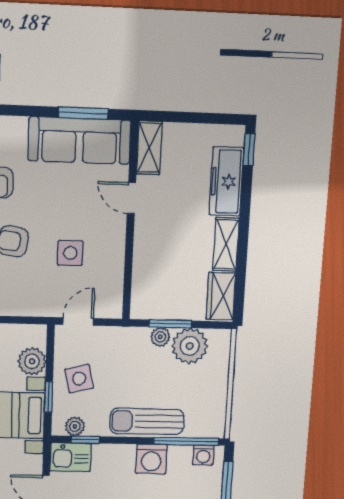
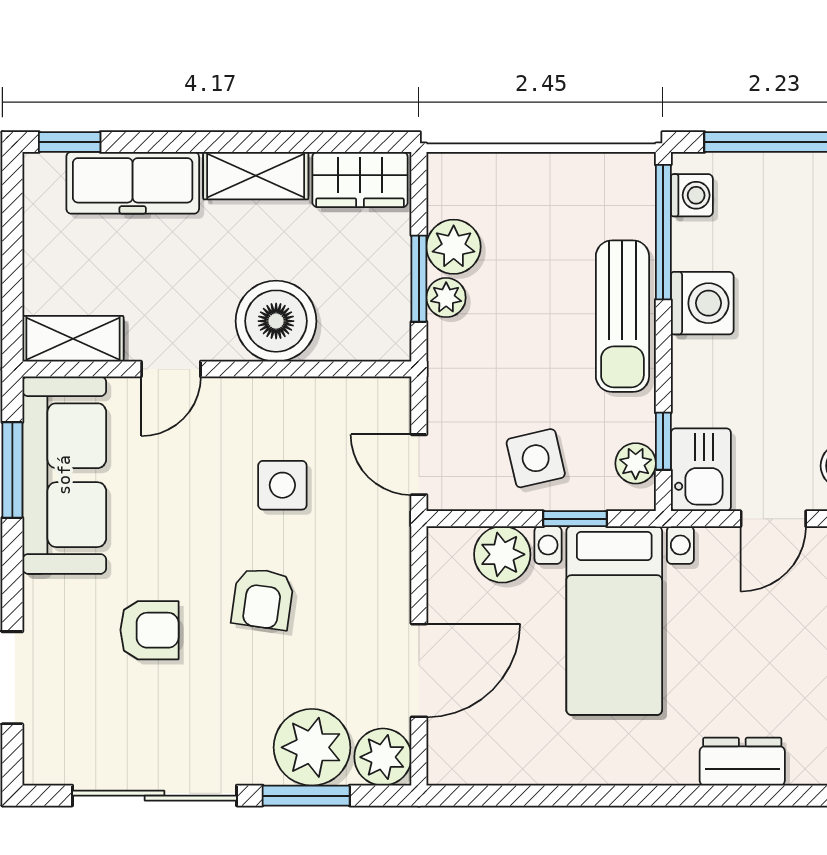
boiler: (153, 252) -> (276, 321), added
plant: (190, 346) -> (454, 247), width x0.73, depth x0.73

